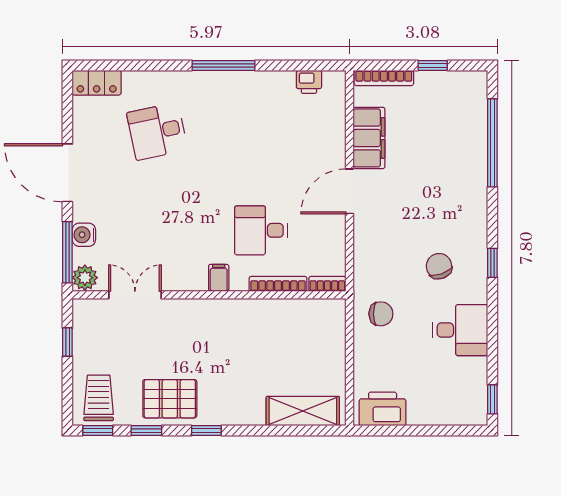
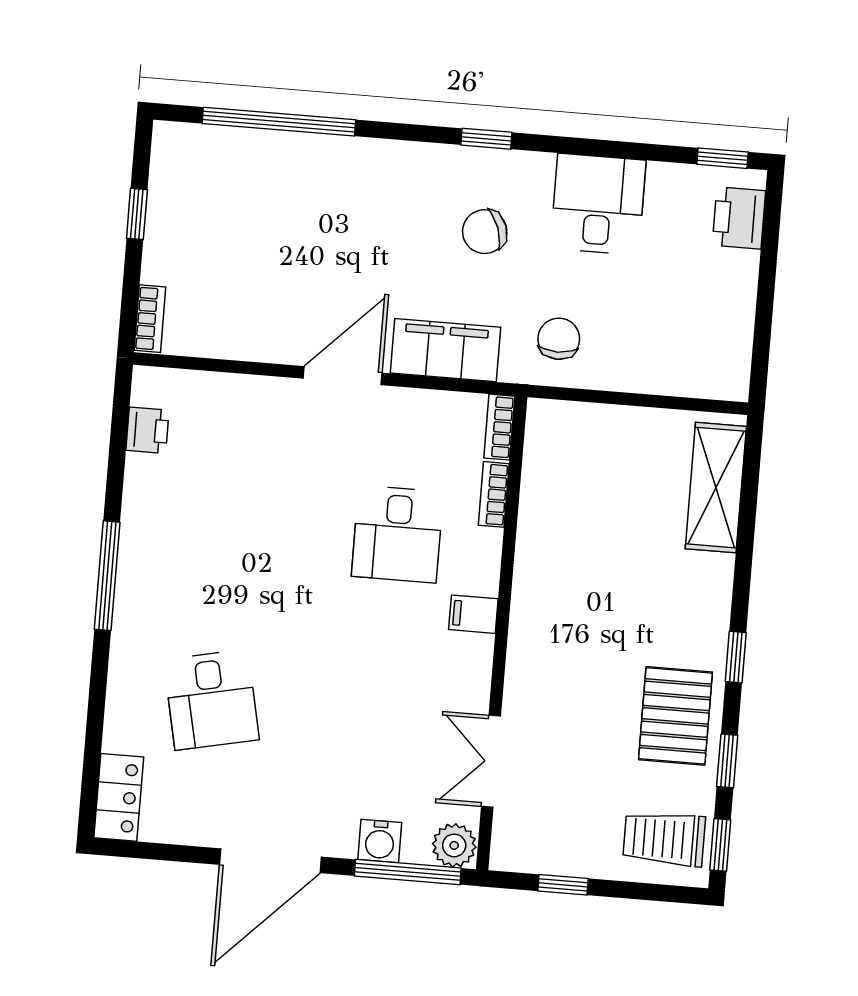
bookcase: (384, 78) -> (150, 319), width x0.64
filing cabinet: (369, 138) -> (445, 350), moved
door: (350, 191) -> (343, 376), swing flipped
bookcase: (278, 284) -> (494, 494), width x0.64
printer: (383, 409) -> (739, 218), moved, width x0.73, depth x0.84

